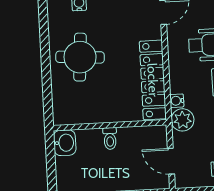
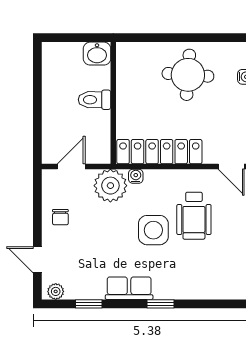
plant: (183, 120) -> (110, 186), width x1.36, depth x1.36
toilet: (110, 138) -> (95, 100), width x1.37, depth x1.39

